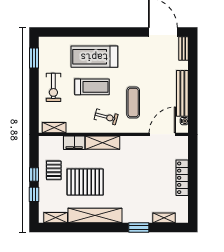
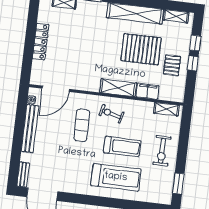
exercise bike: (53, 87) -> (162, 151), turned 180
treadmill: (92, 87) -> (122, 146), turned 180

